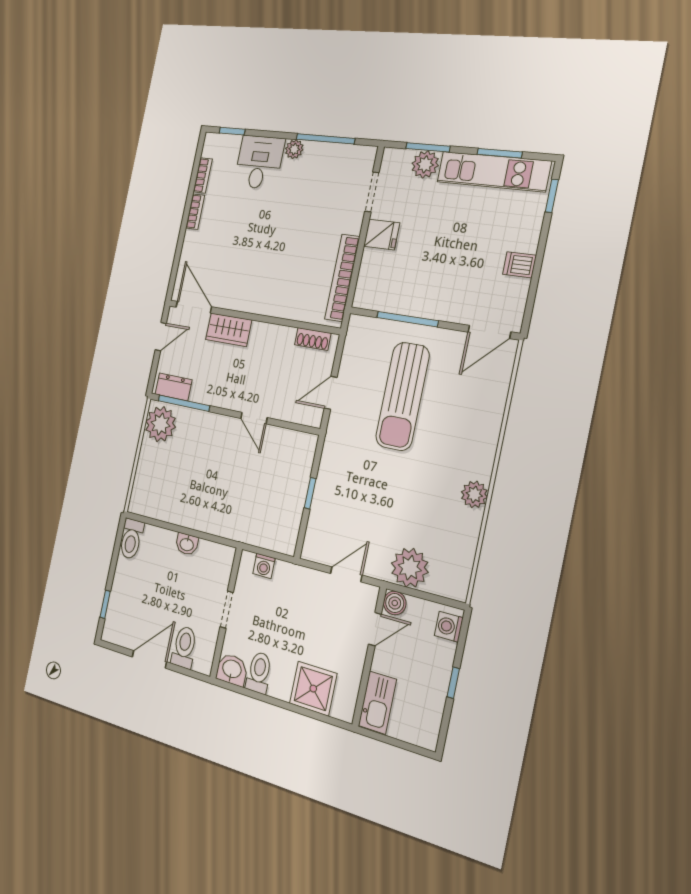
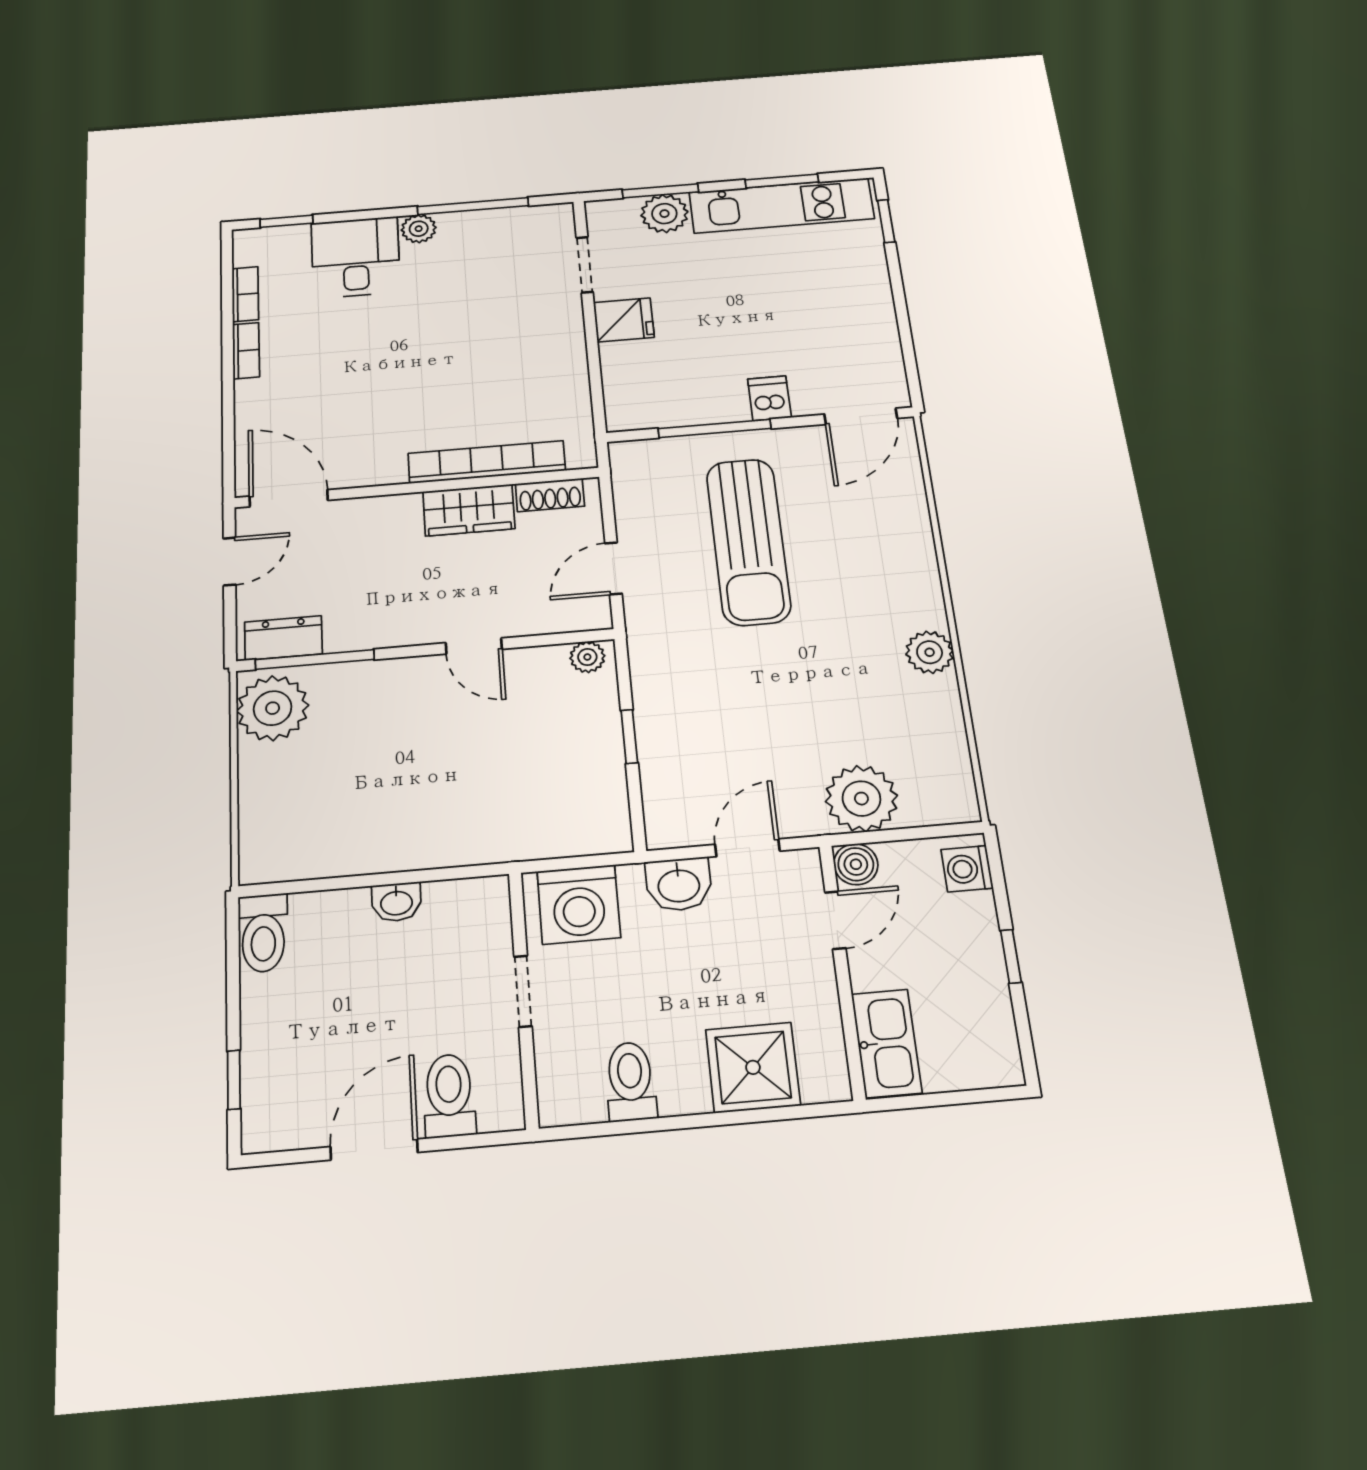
dishwasher: (520, 265) -> (769, 398), moved, turned 90
bookcase: (342, 278) -> (487, 462), moved, turned 90
wardrobe: (229, 330) -> (469, 510), moved
plant: (304, 441) -> (587, 657), added
washing machine: (264, 566) -> (579, 904), width x1.89, depth x1.89
washbasin: (232, 670) -> (679, 884), moved, turned 180

